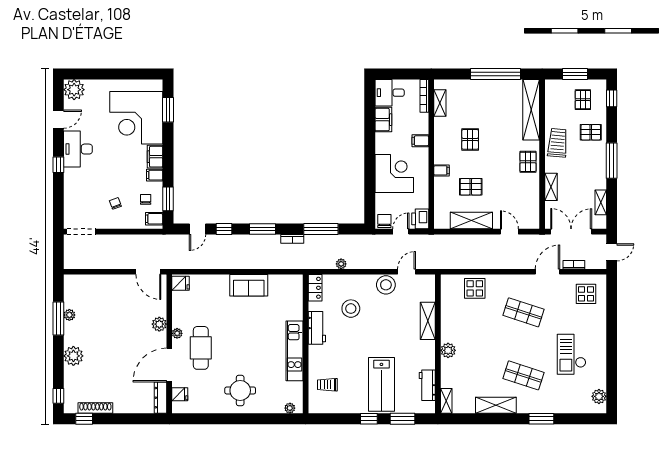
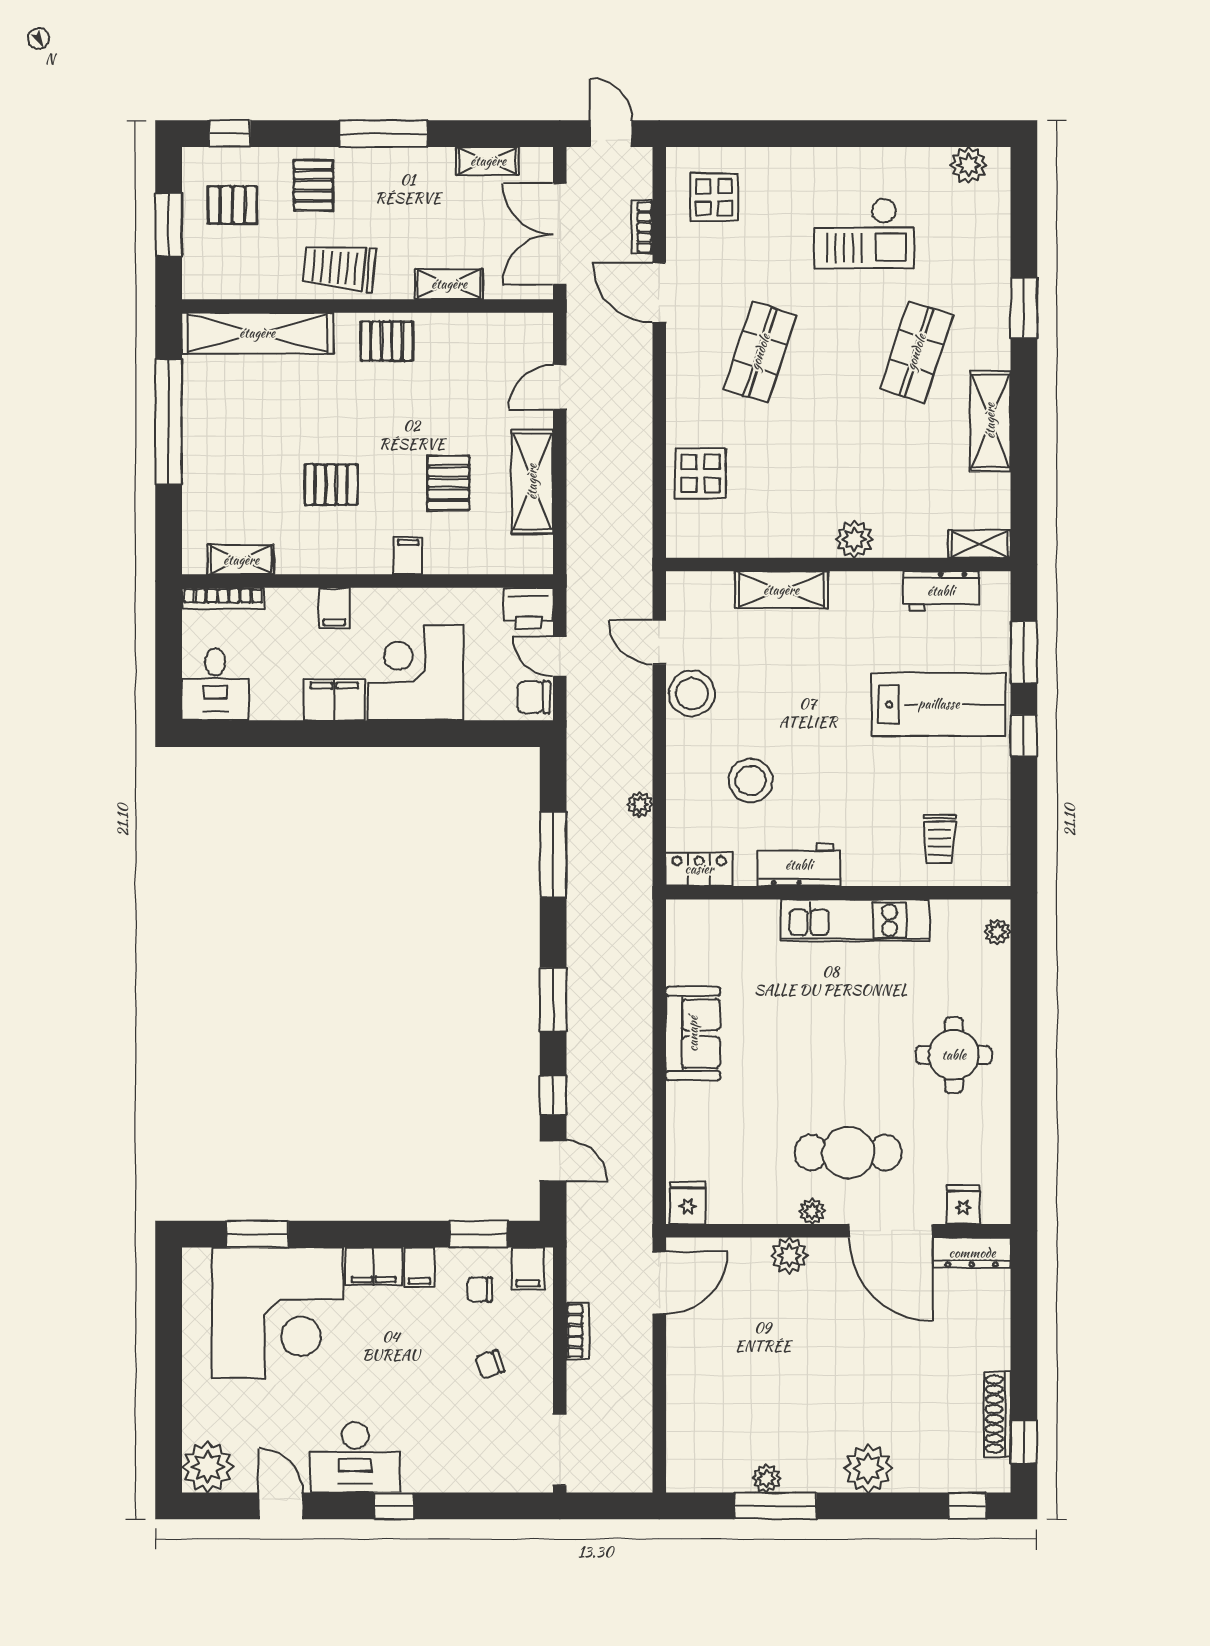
filing cabinet: (383, 120) -> (334, 700), moved
bookcase: (292, 239) -> (578, 1331), moved

